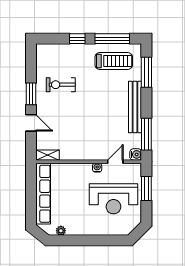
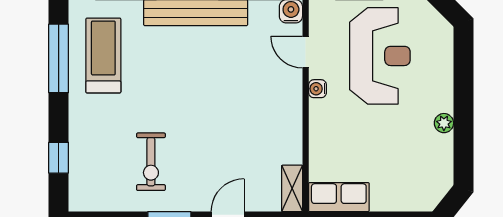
window: (77, 39) -> (59, 158), moved
row of seats: (43, 194) -> (339, 197), width x0.50
plant: (61, 231) -> (444, 123), moved

